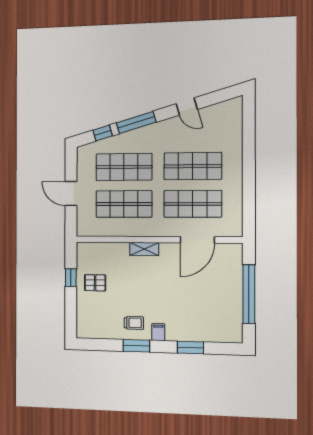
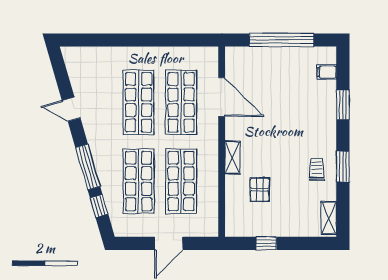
door: (187, 107) -> (71, 109), swing flipped
pallet: (95, 283) -> (260, 190), moved
shelving: (92, 332) -> (329, 218), added
filing cabinet: (158, 332) -> (327, 72), moved

